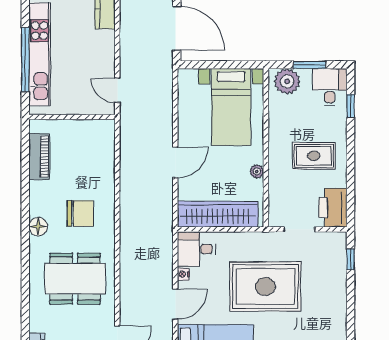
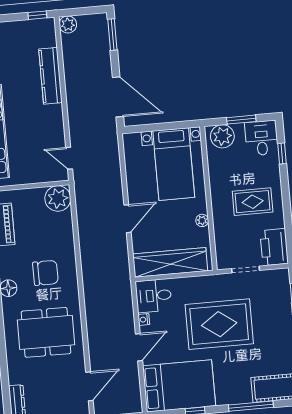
plant: (101, 133) -> (58, 198), added

